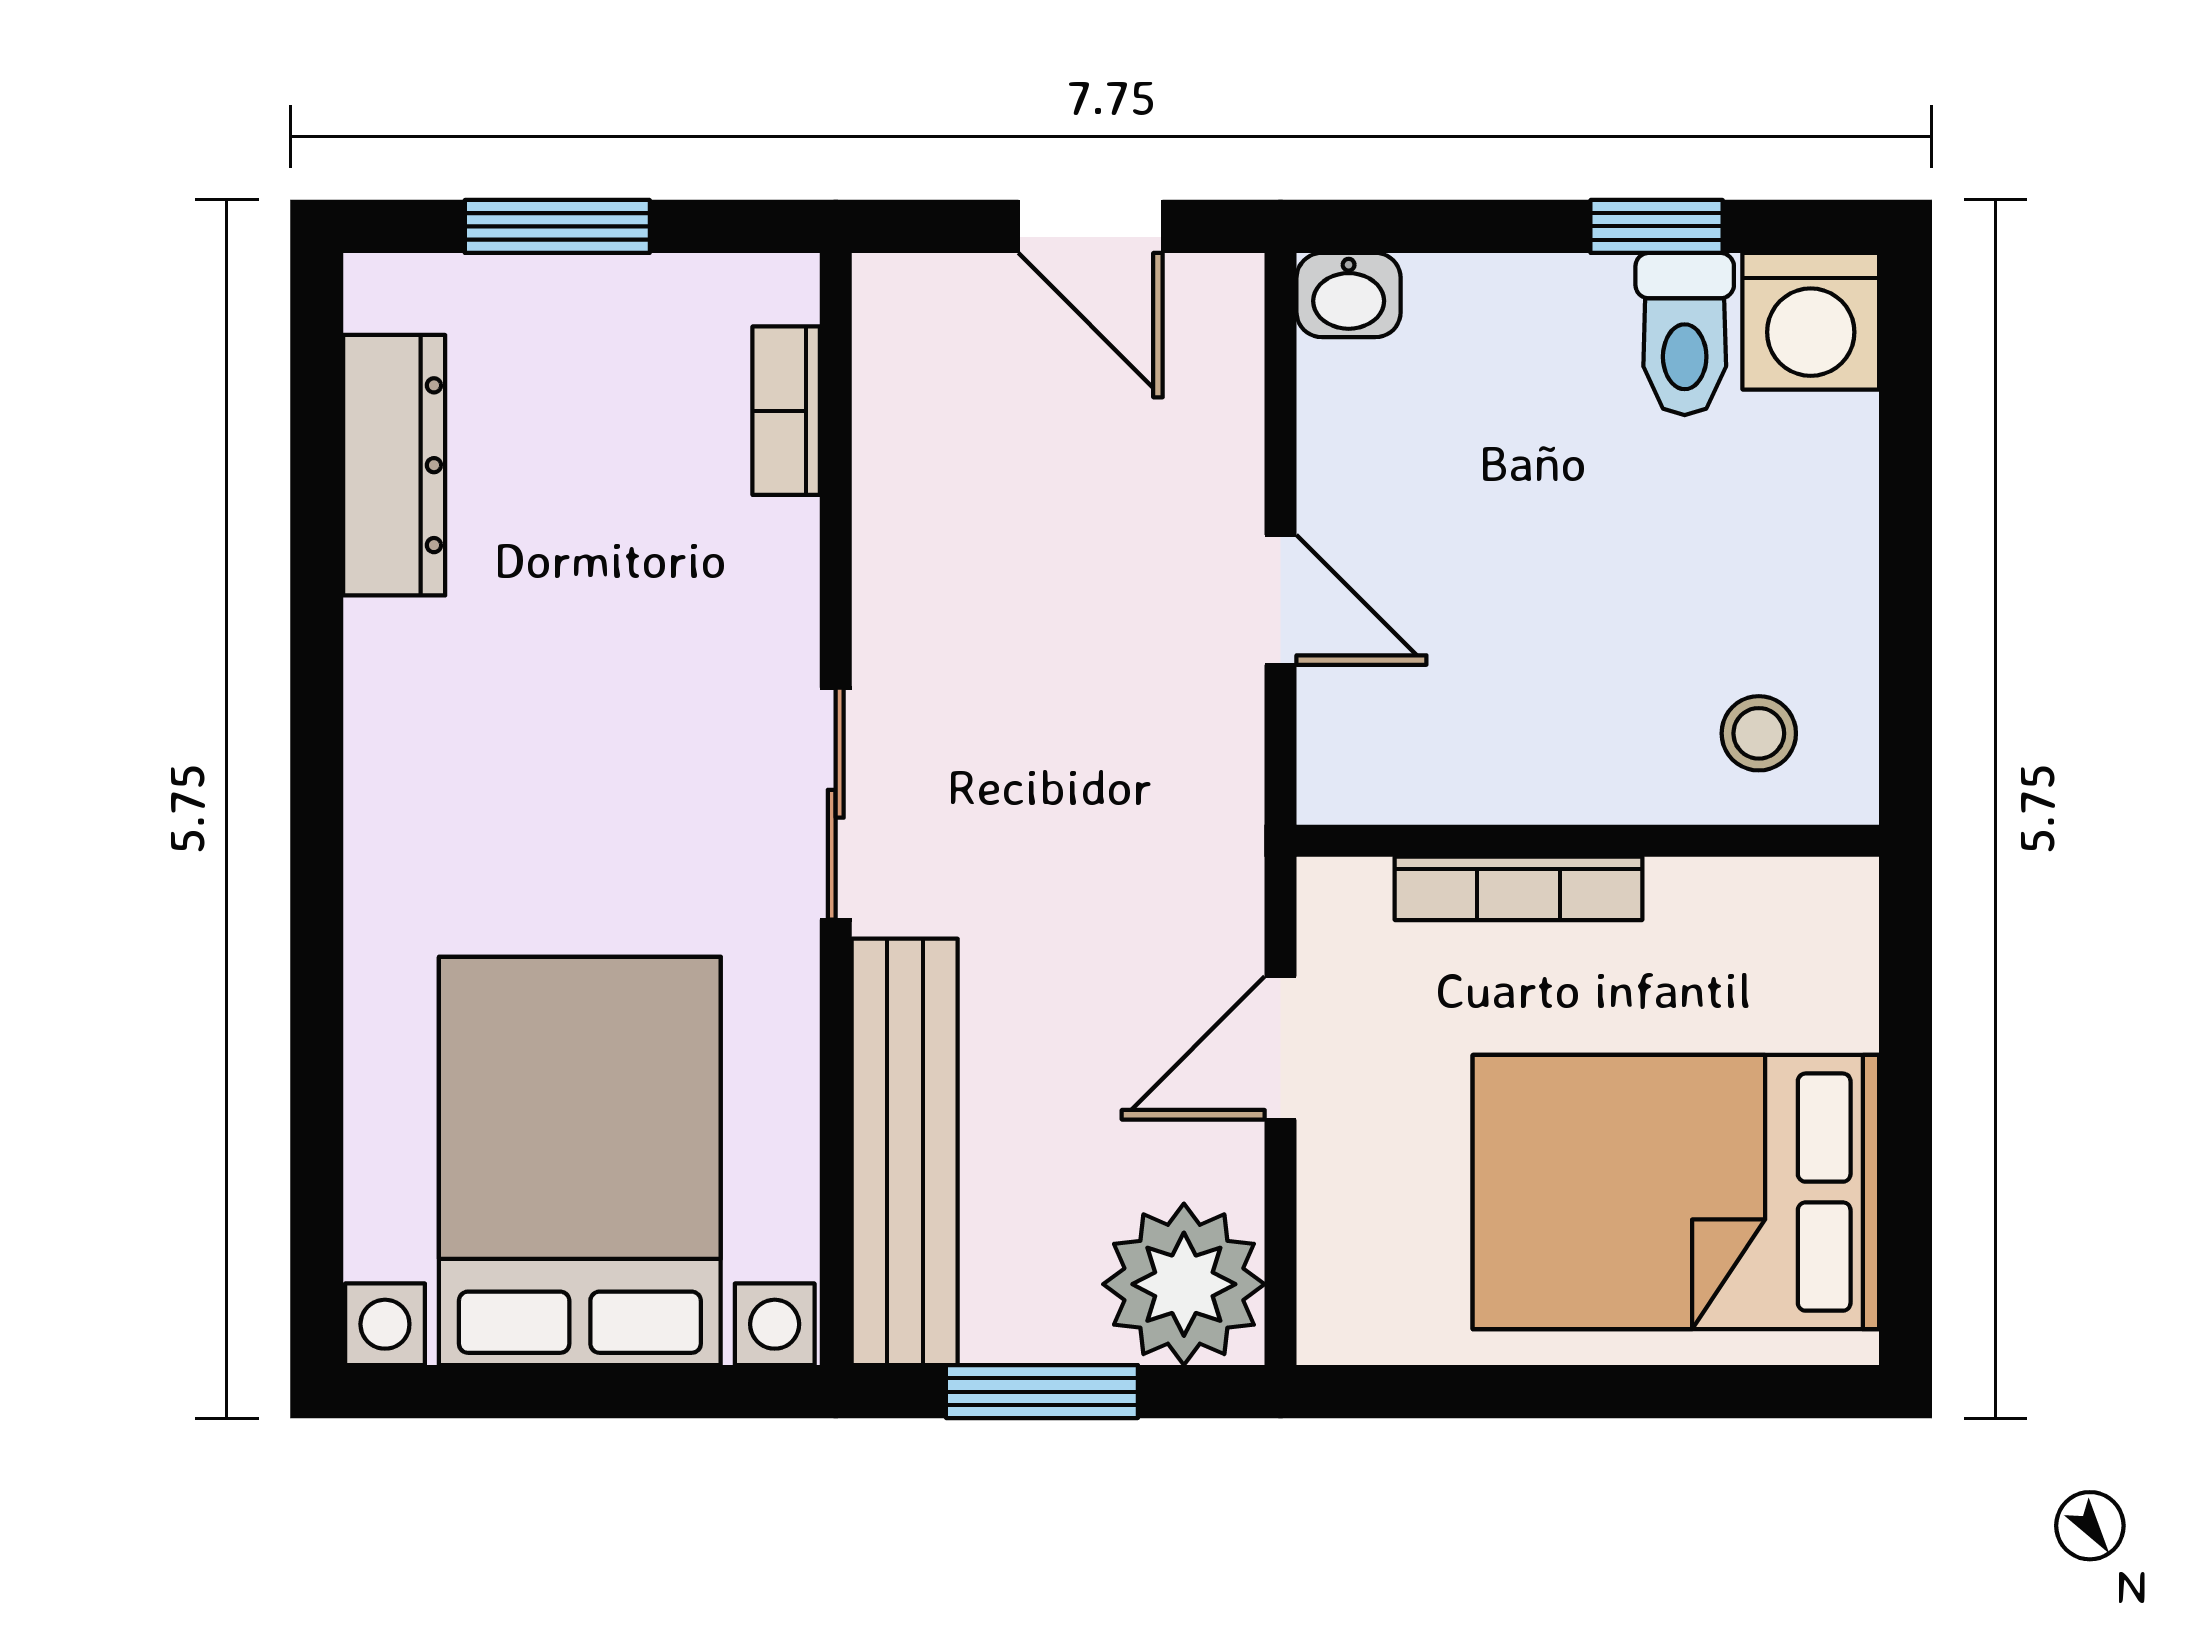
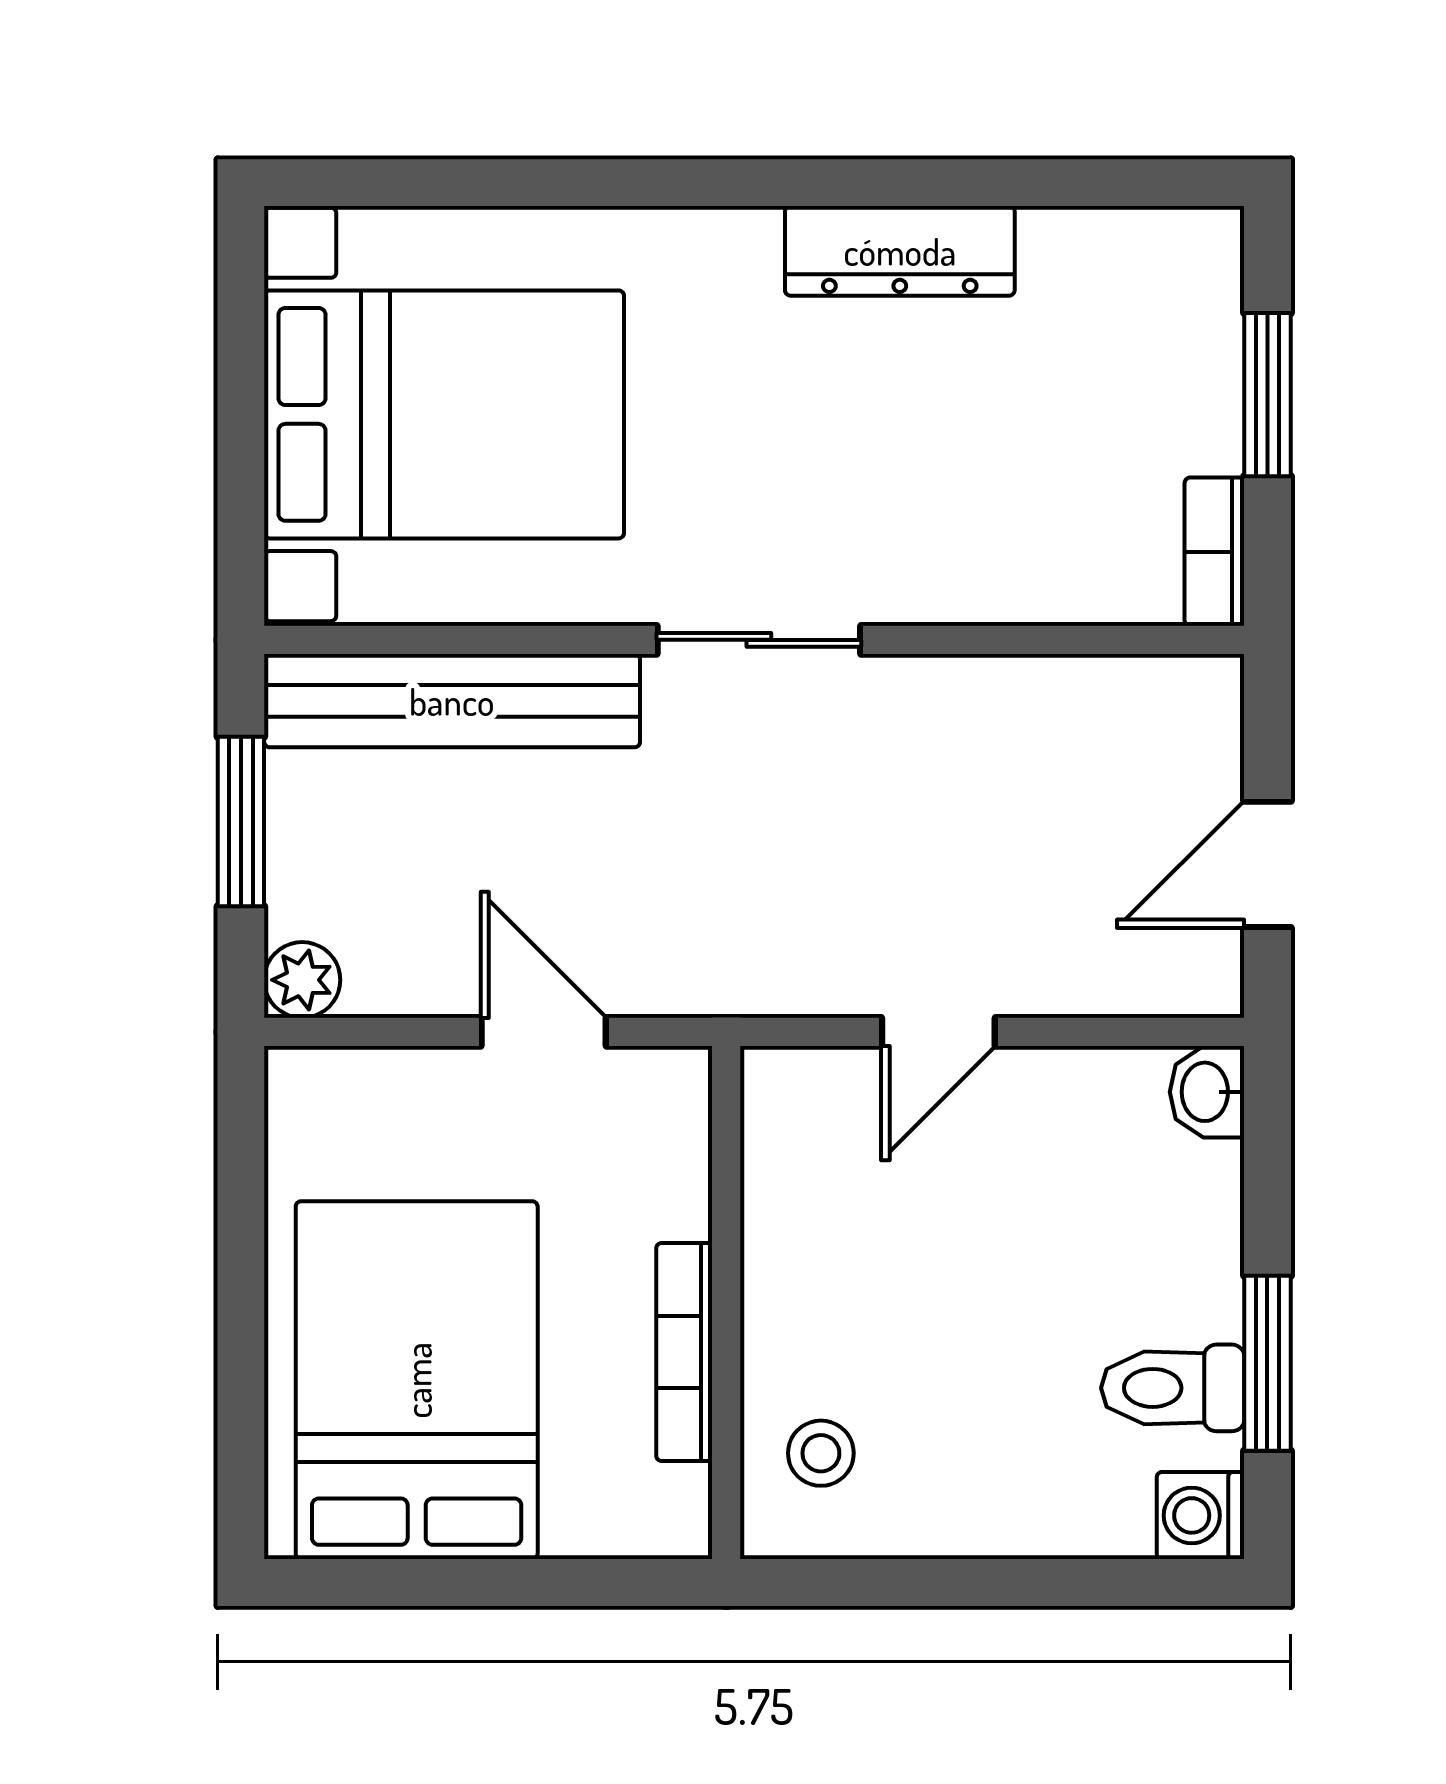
window: (1657, 226) -> (1267, 1363), width x1.50
washing machine: (1811, 321) -> (1200, 1515), width x0.73, depth x0.73
bookcase: (786, 411) -> (1214, 552), moved, turned -90
dresser: (394, 465) -> (900, 251), moved
bookcase: (1519, 888) -> (684, 1352), moved
plant: (1184, 1284) -> (302, 980), width x0.53, depth x0.53

